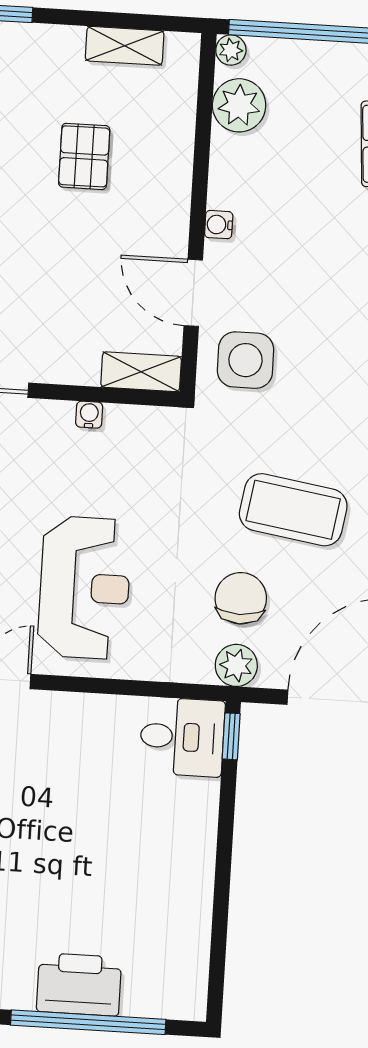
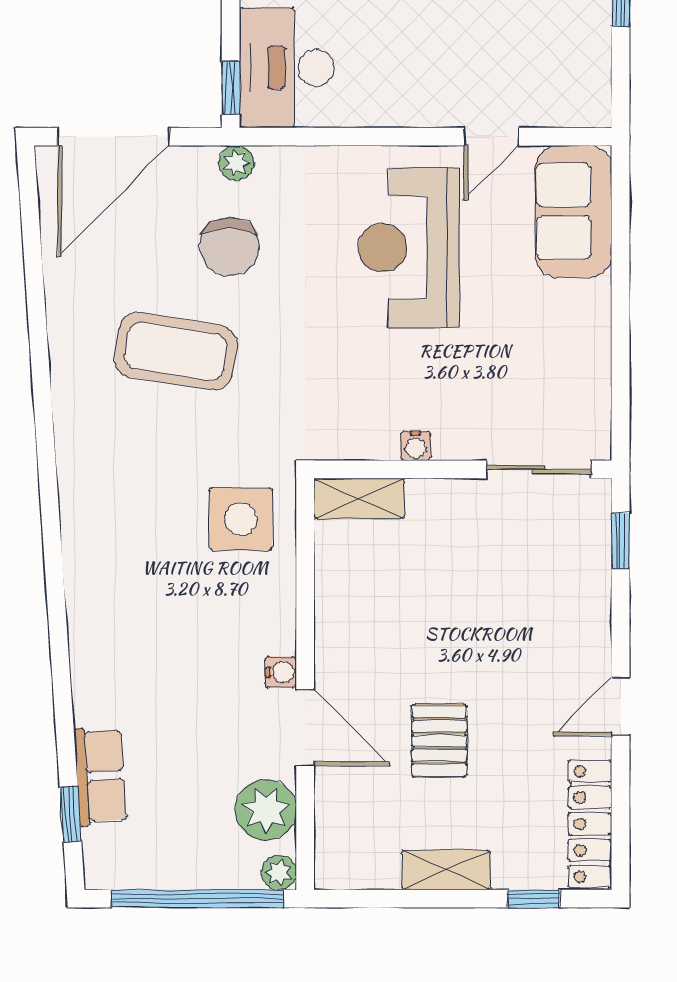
shelving: (125, 46) -> (446, 870), moved
door: (193, 293) -> (305, 727), moved
plant: (236, 665) -> (236, 163), width x0.73, depth x0.73
desk: (182, 737) -> (287, 68), width x1.37

